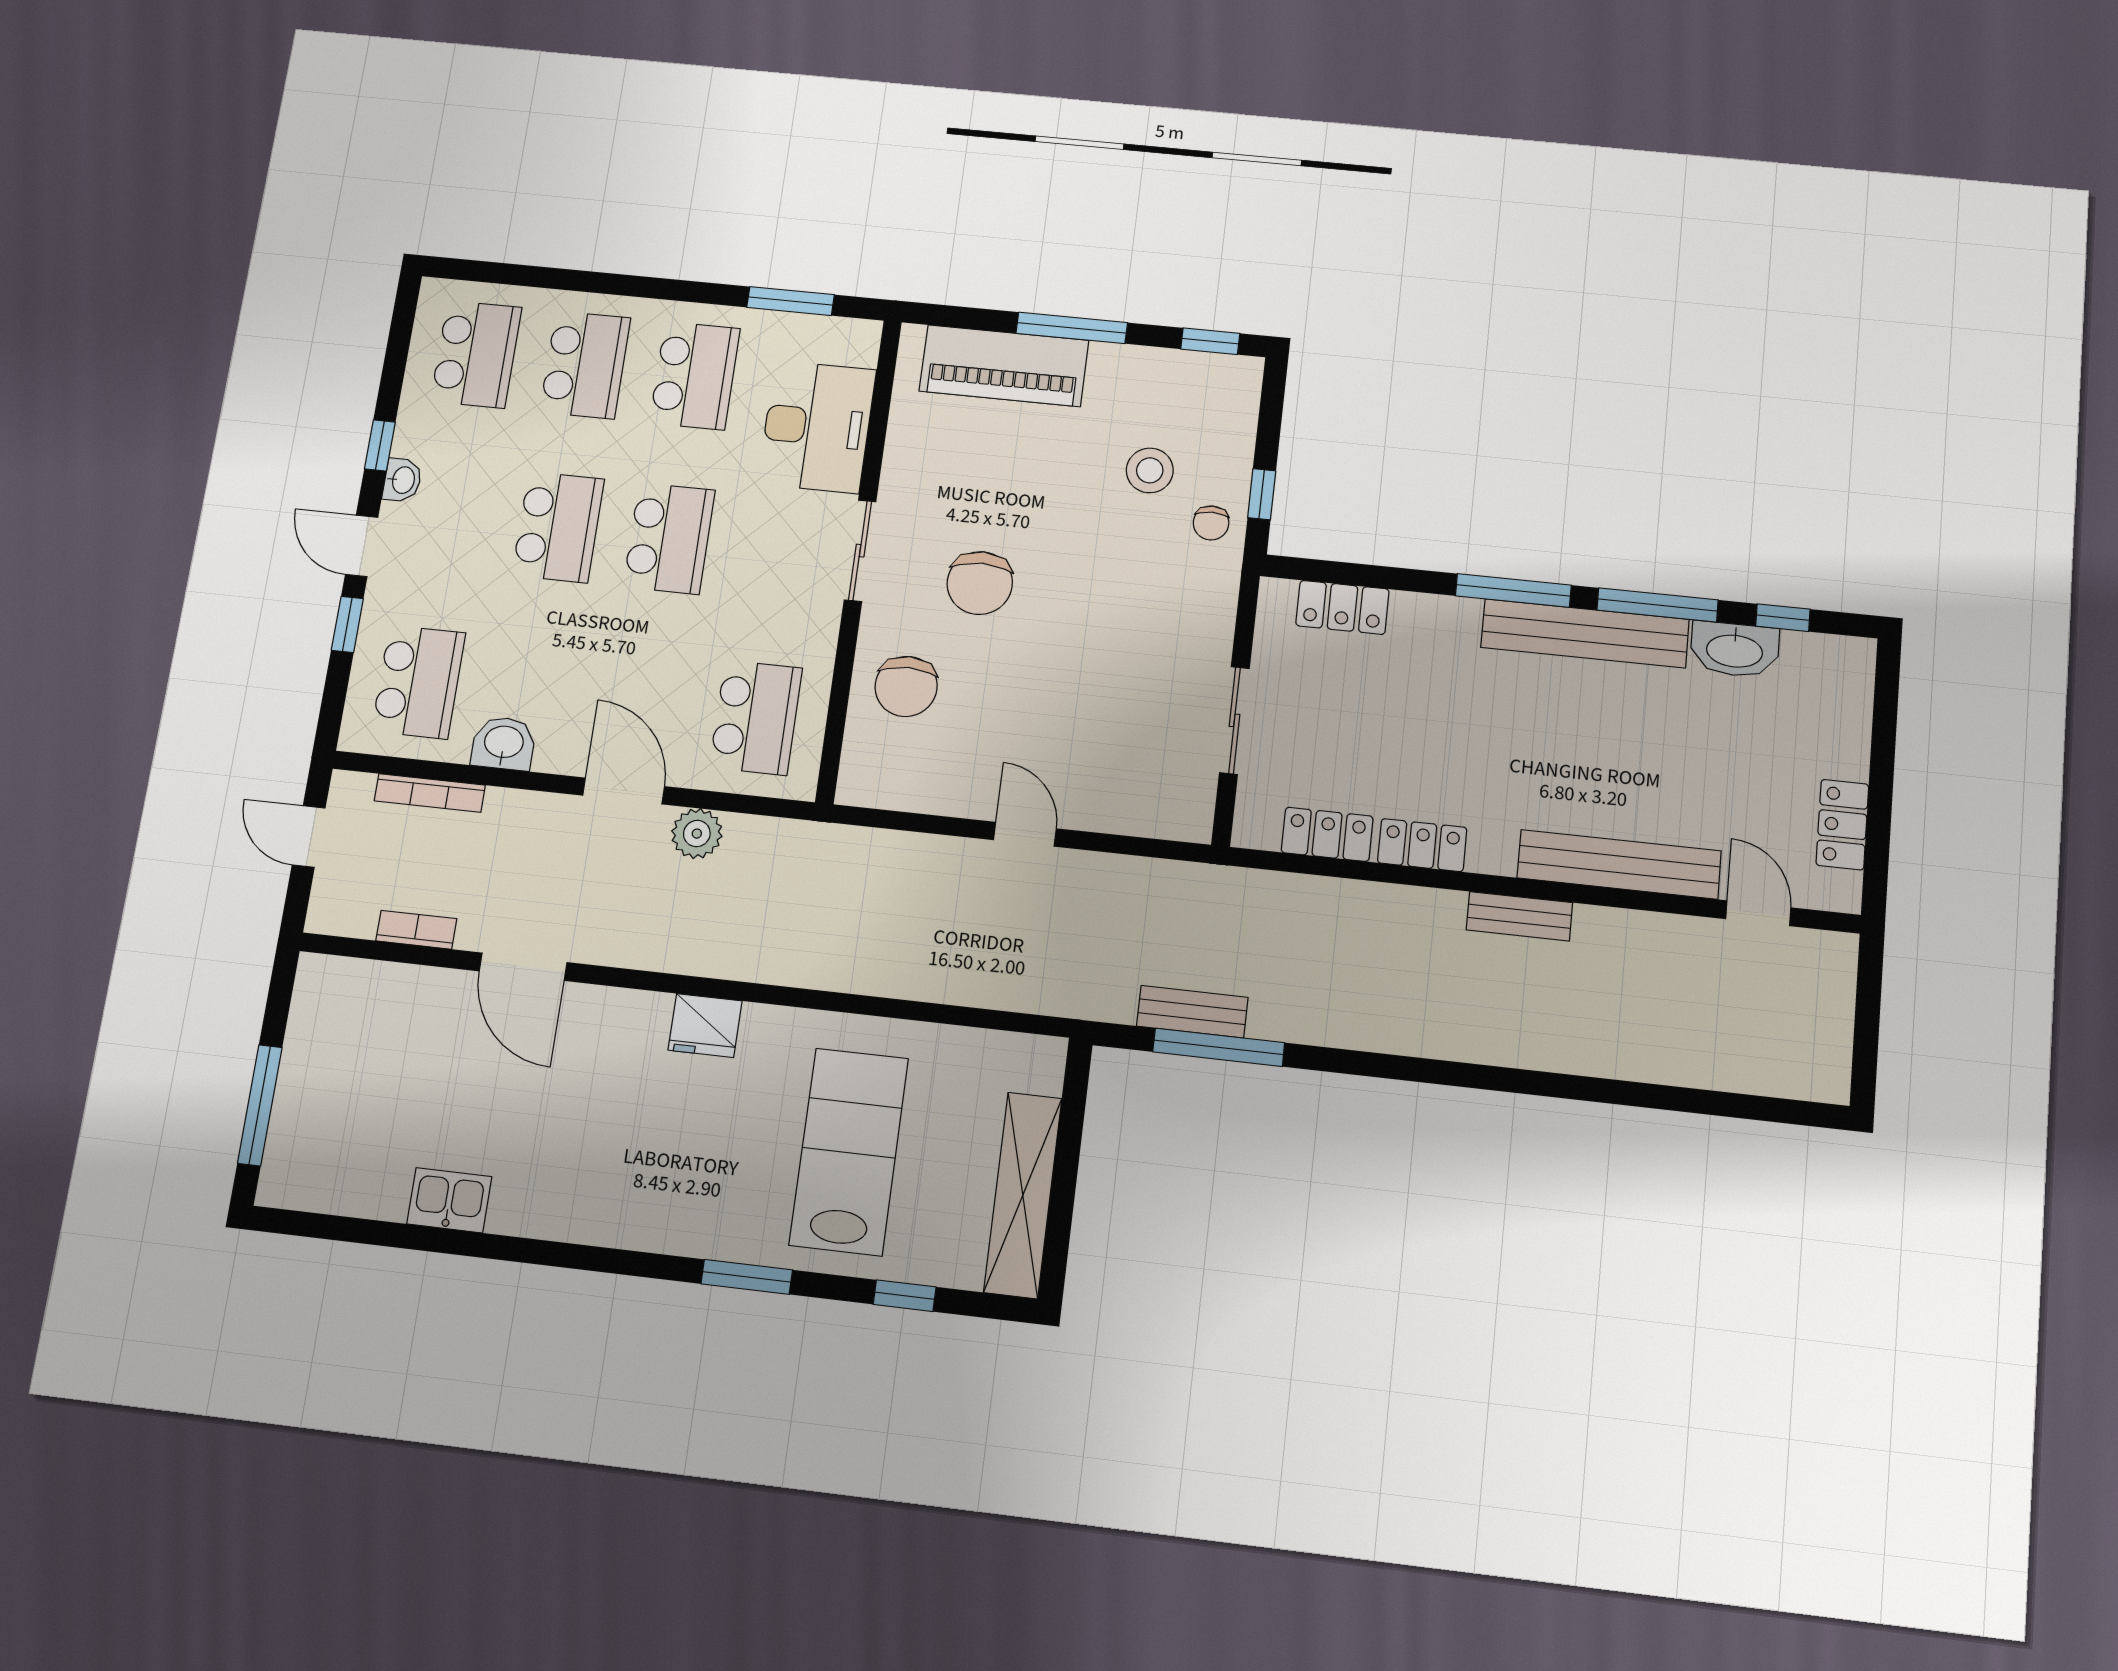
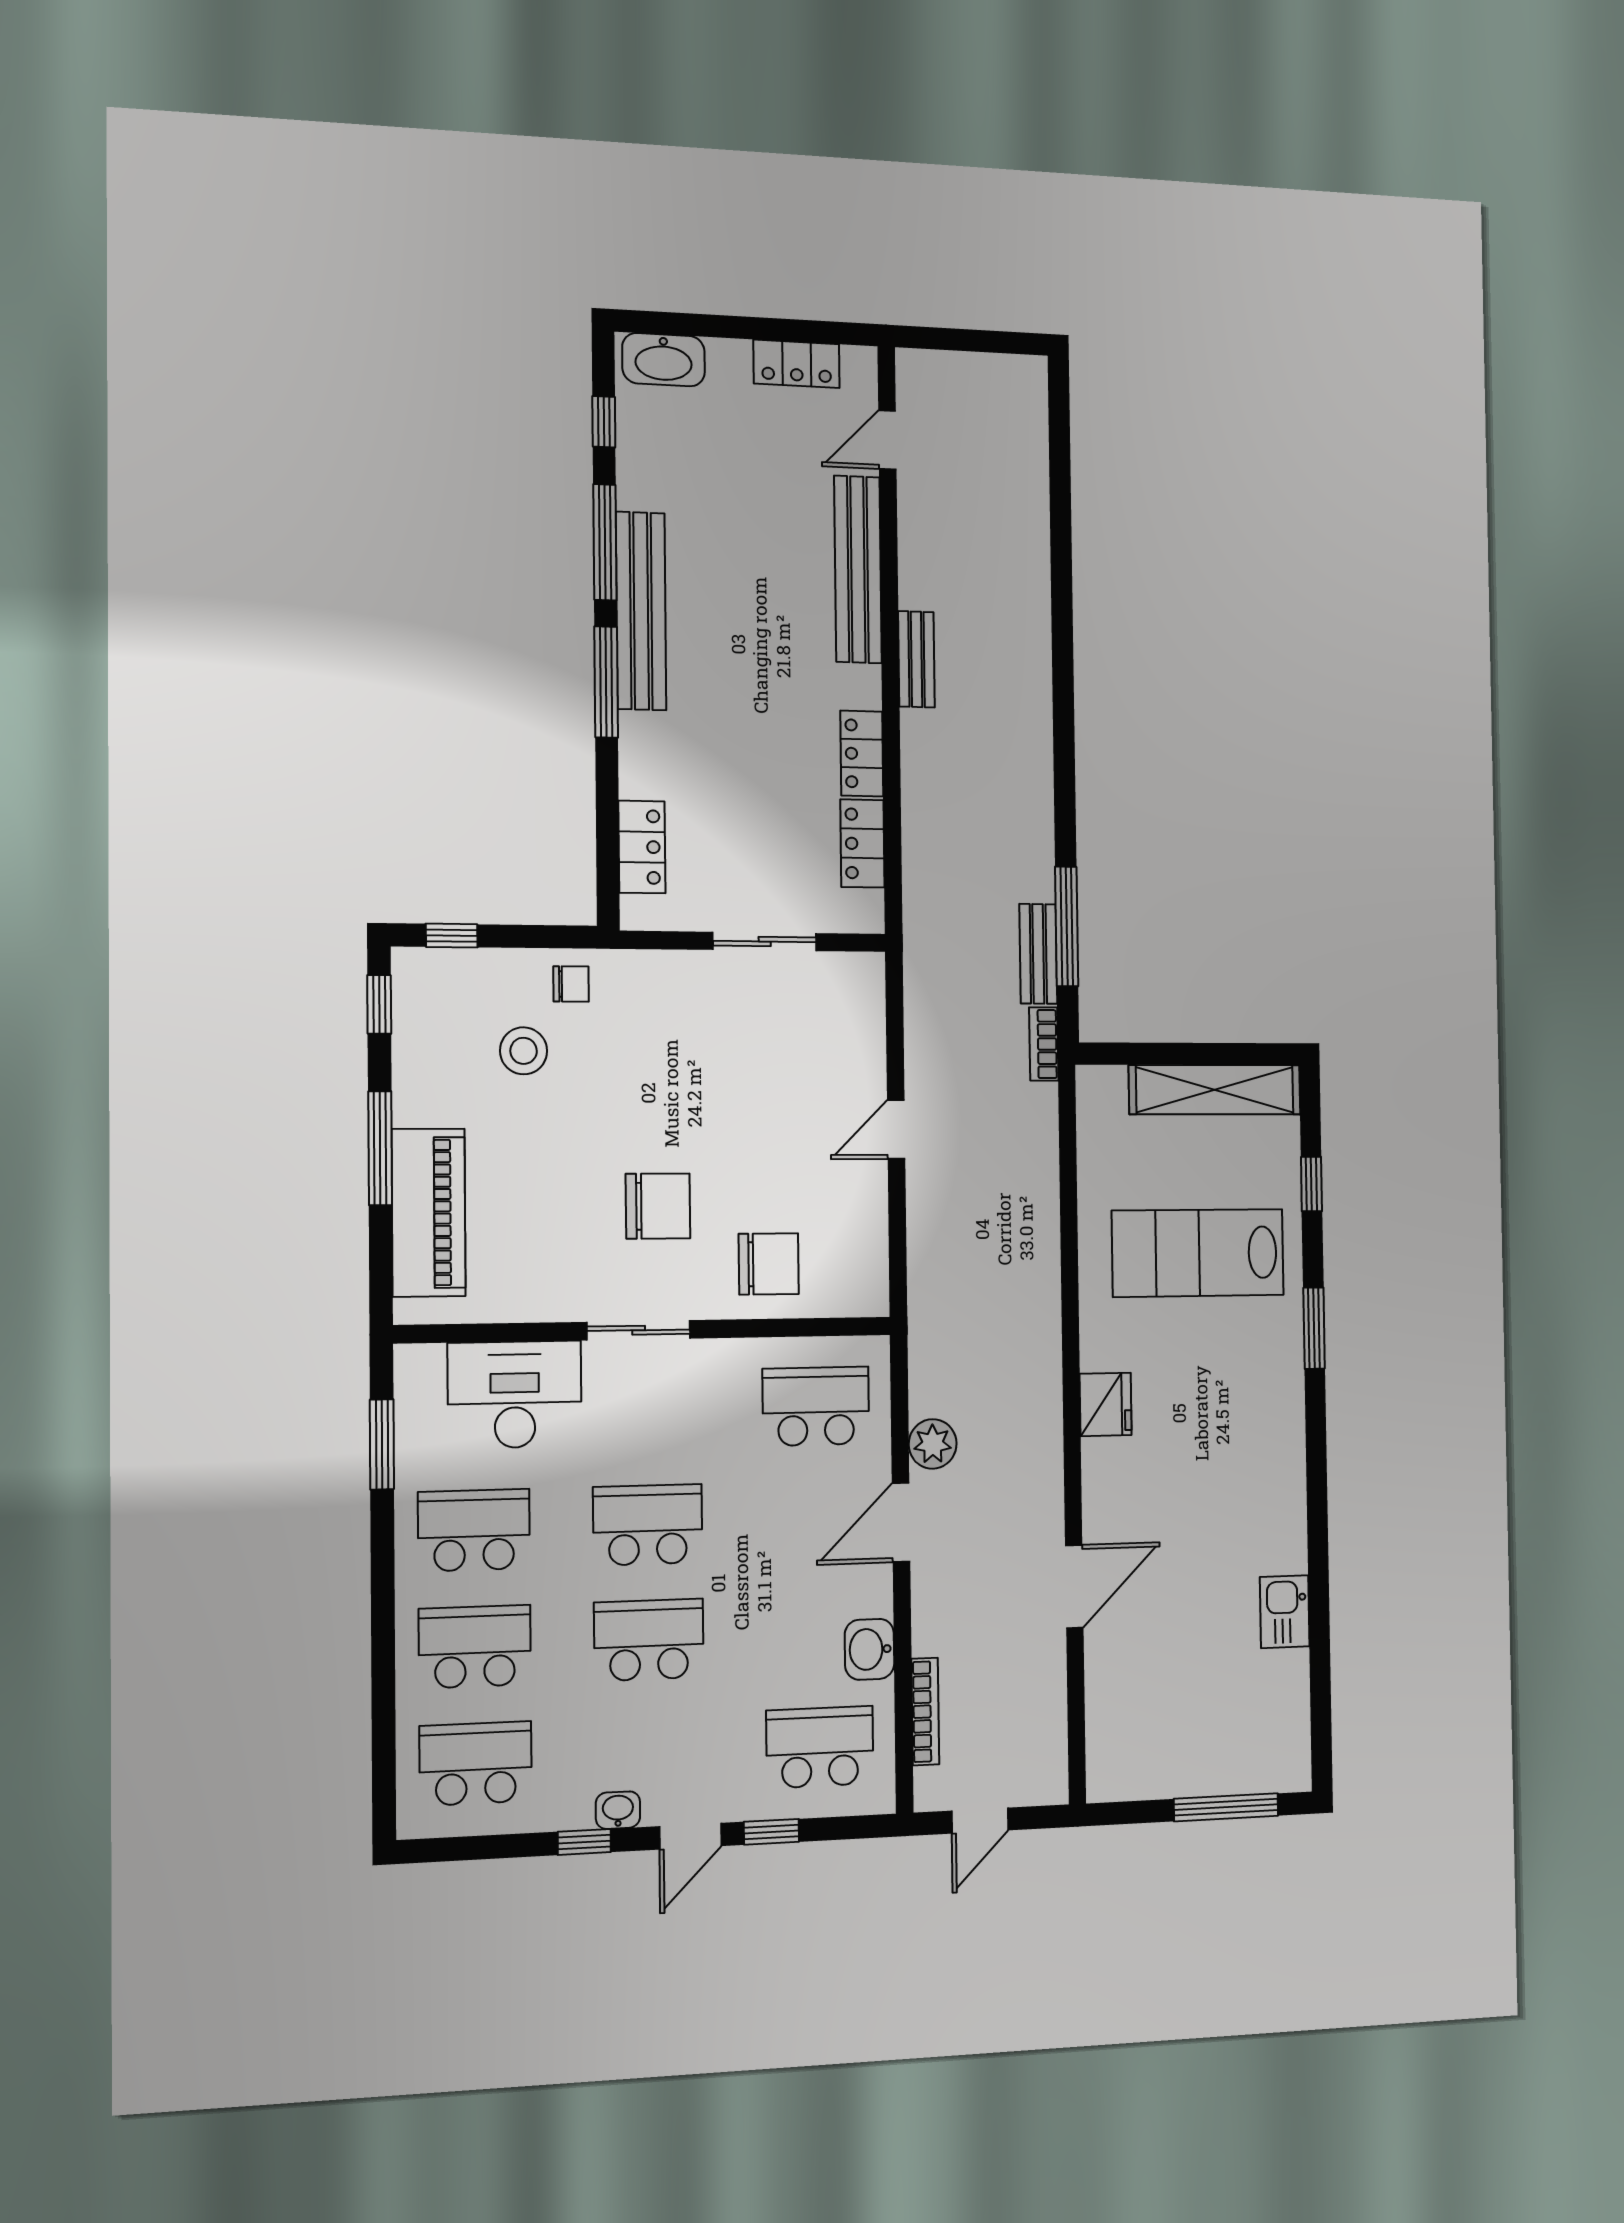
window: (1262, 494) -> (452, 936), moved
washbasin: (1735, 650) -> (664, 360), moved, turned 90
bookcase: (416, 930) -> (1044, 1044), moved

